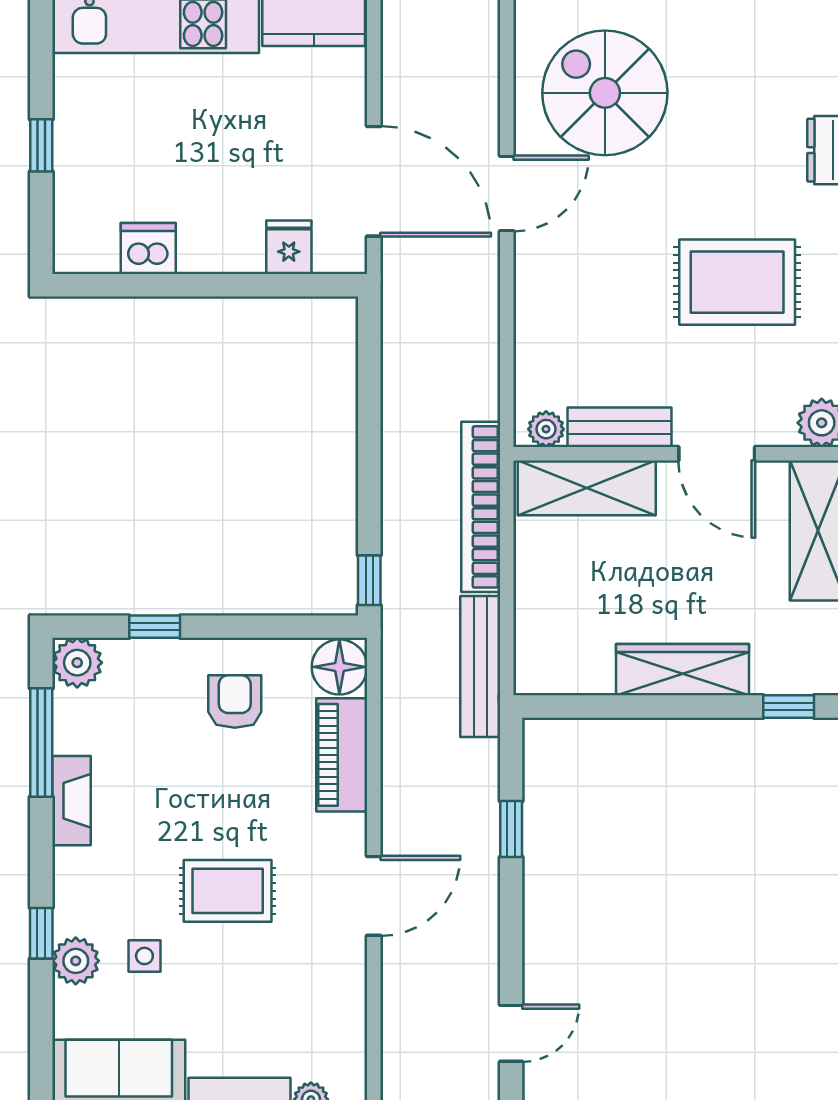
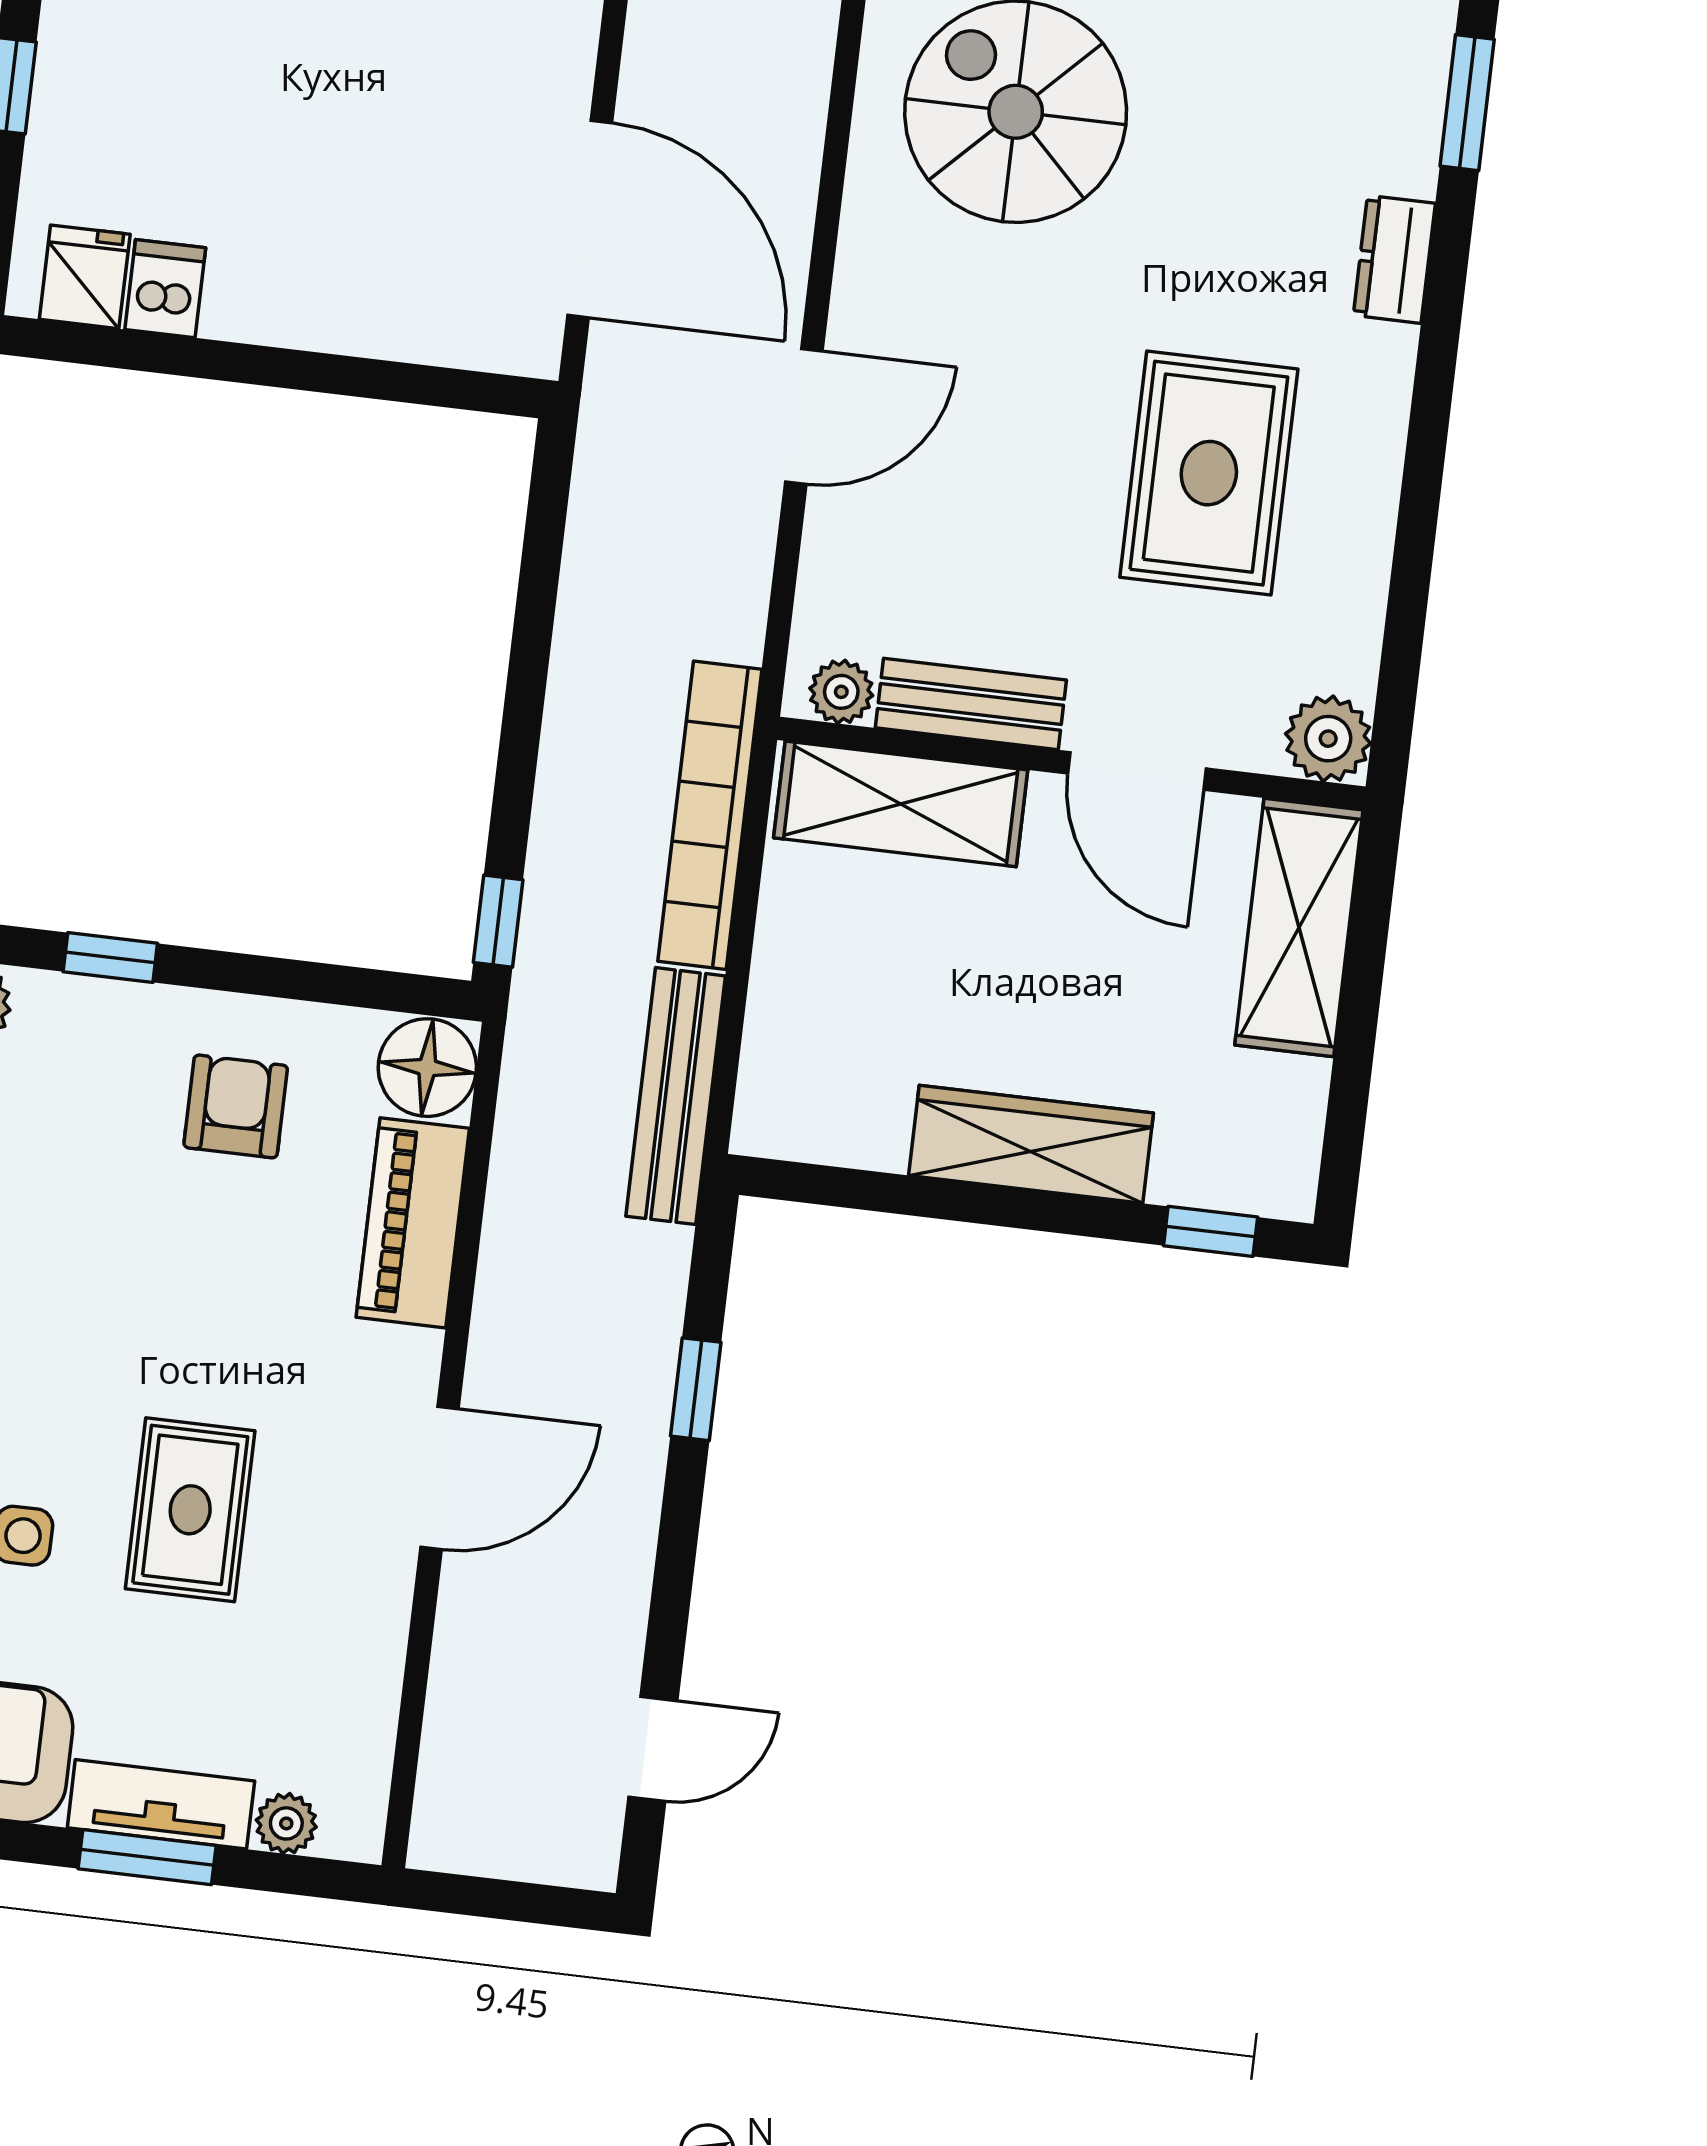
door: (507, 193) -> (804, 416), moved
fridge: (289, 247) -> (85, 277), moved
dishwasher: (148, 249) -> (165, 289), width x0.73
rug: (737, 282) -> (1209, 473), turned 90
rug: (228, 891) -> (190, 1510), moved, turned 90

